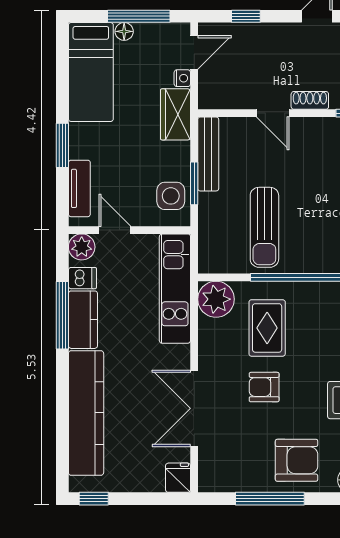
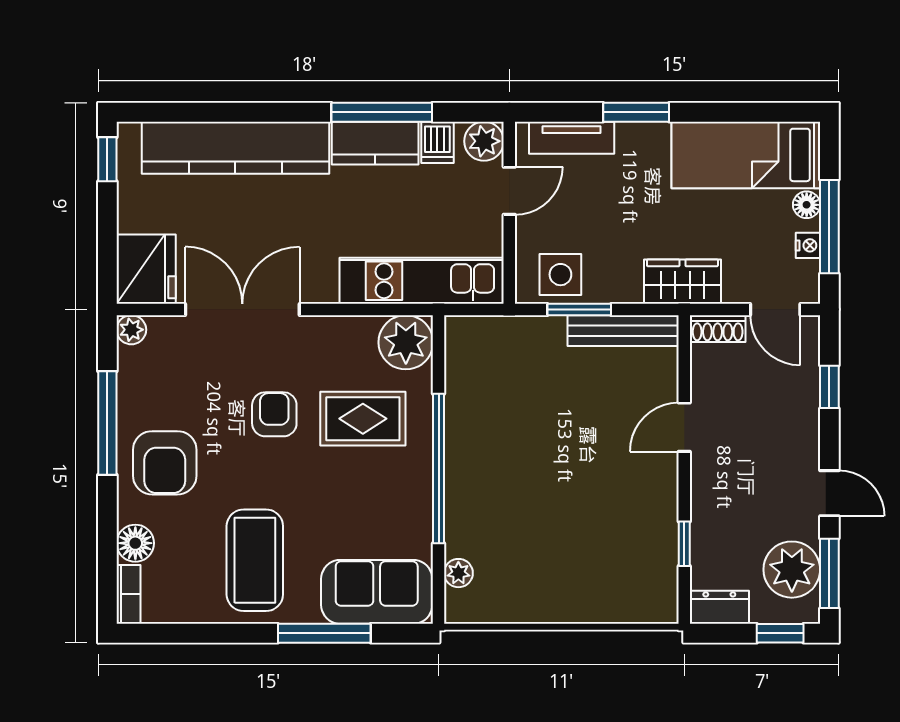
nightstand: (182, 78) -> (808, 245), moved, turned -90
shoe rack: (310, 100) -> (718, 329), moved, turned 90
sun lounger: (264, 227) -> (513, 415), removed
fridge: (178, 478) -> (146, 269), width x1.88, depth x1.34
plant: (208, 483) -> (131, 330), added

